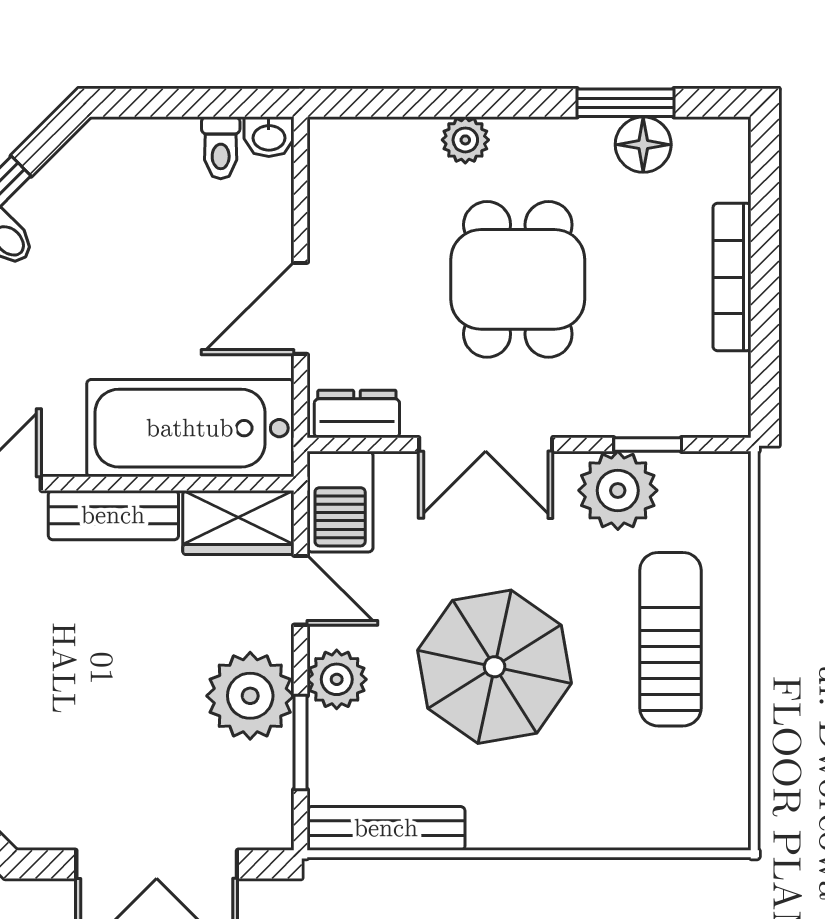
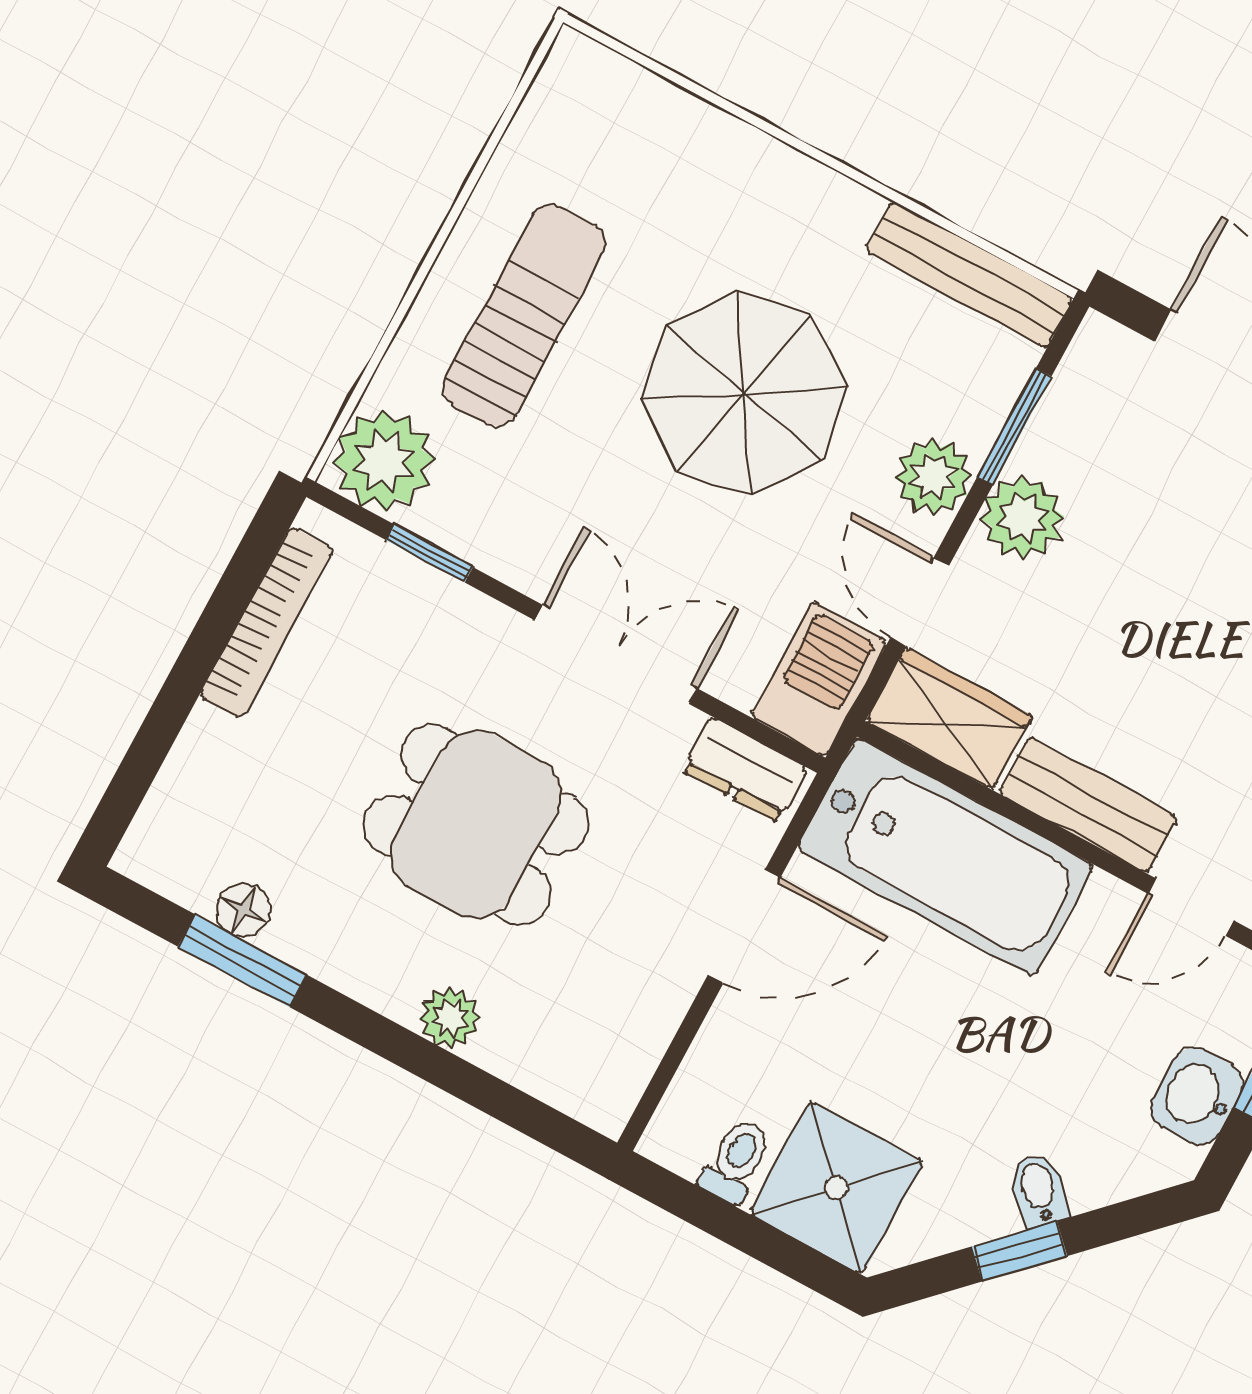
washbasin: (269, 137) -> (674, 1143), removed
floor lamp: (643, 145) -> (243, 910), width x0.73, depth x0.73
shower: (144, 166) -> (836, 1188), added
bookcase: (732, 277) -> (266, 623), moved
dining table: (518, 279) -> (476, 824), turned 90
plant: (618, 490) -> (384, 461), moved
sun lounger: (670, 639) -> (524, 315), turned 180
plant: (250, 696) -> (1023, 518), width x0.73, depth x0.73

